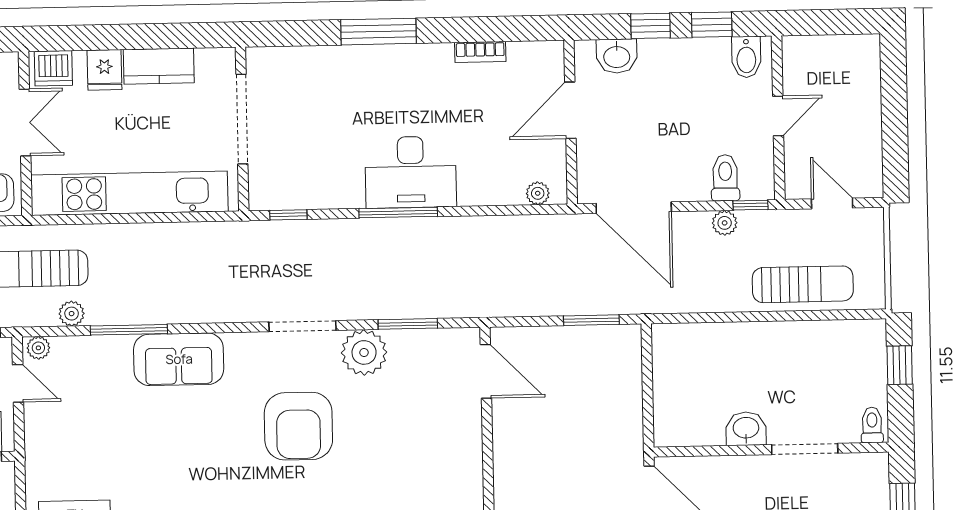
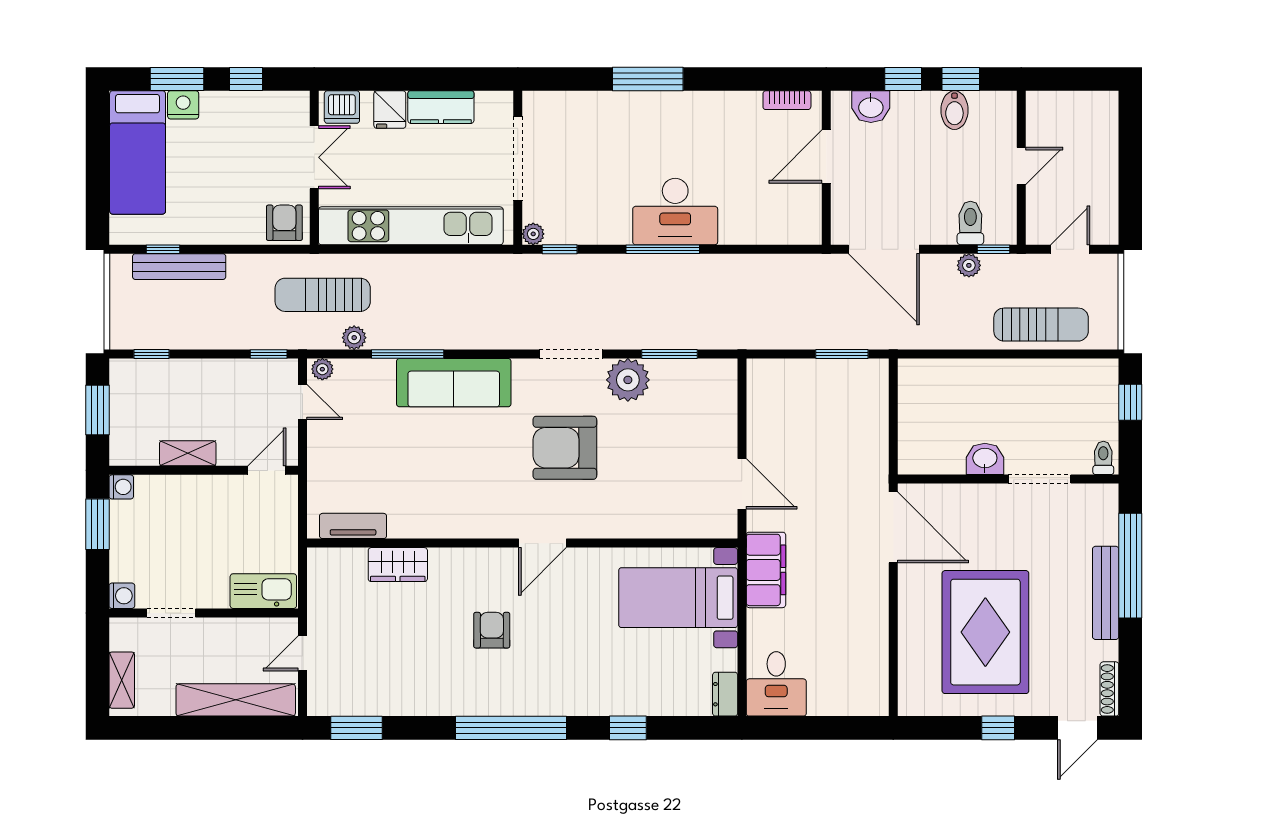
bookcase: (480, 52) -> (787, 100), moved
bidet: (746, 57) -> (954, 110), moved
plant: (538, 193) -> (533, 234), moved
door: (832, 203) -> (1070, 249), hinge flipped
sofa: (179, 359) -> (454, 383), width x1.36
door: (486, 371) -> (742, 484), moved
armchair: (298, 426) -> (565, 448), turned 90

